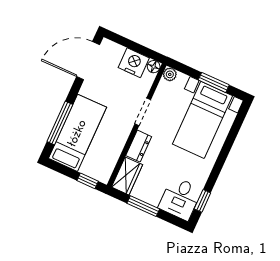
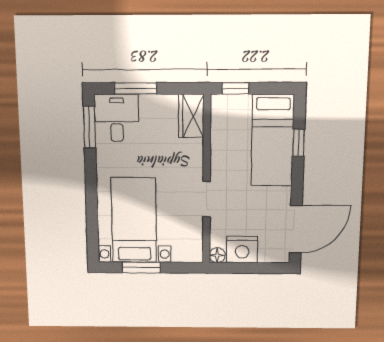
plant: (170, 74) -> (195, 255), removed
window: (60, 123) -> (299, 143), width x0.46
dresser: (139, 146) -> (193, 157), removed
window: (202, 201) -> (89, 127), width x1.50
window: (143, 206) -> (136, 88), moved

